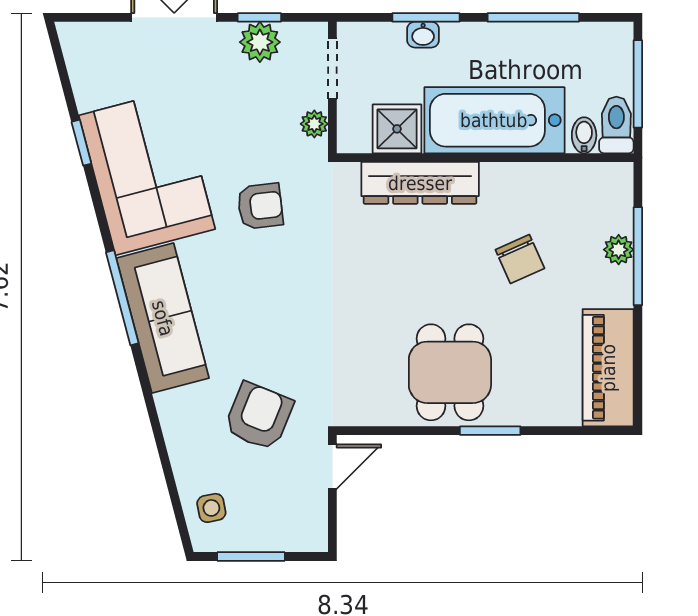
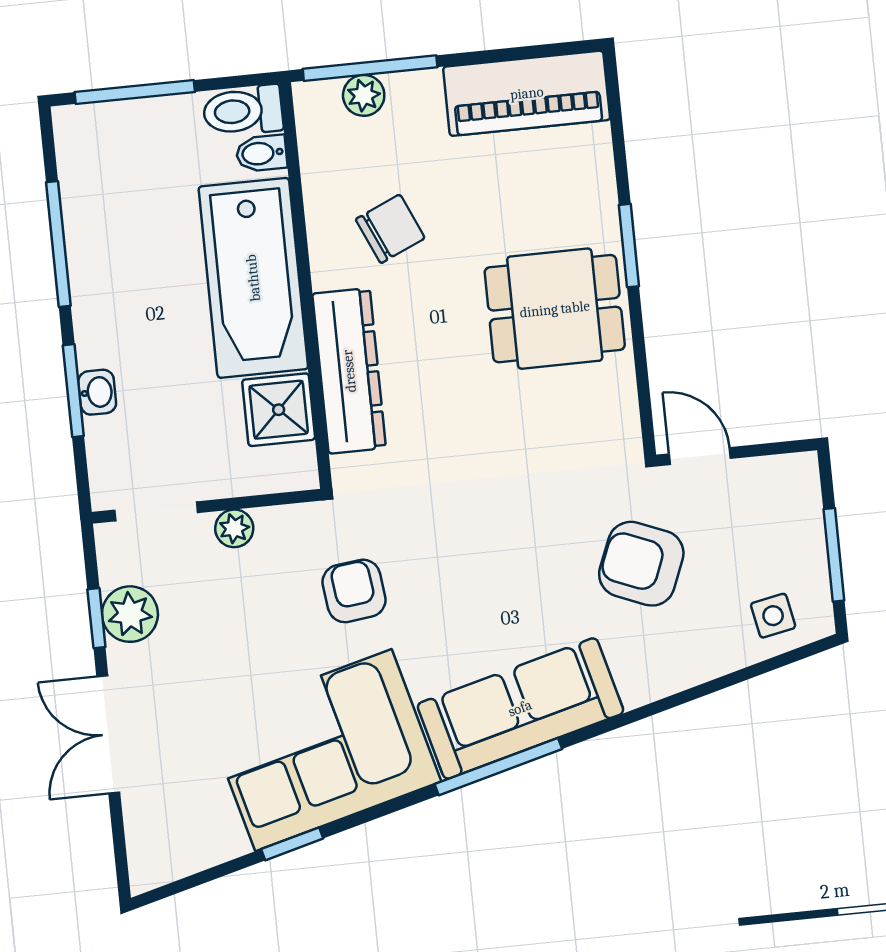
bathtub: (494, 120) -> (253, 278), moved
toilet: (616, 125) -> (243, 111), moved
shower: (397, 129) -> (279, 410), moved
bidet: (584, 135) -> (261, 153), moved
wall: (485, 158) -> (306, 285), moved
dresser: (420, 183) -> (349, 371), moved

